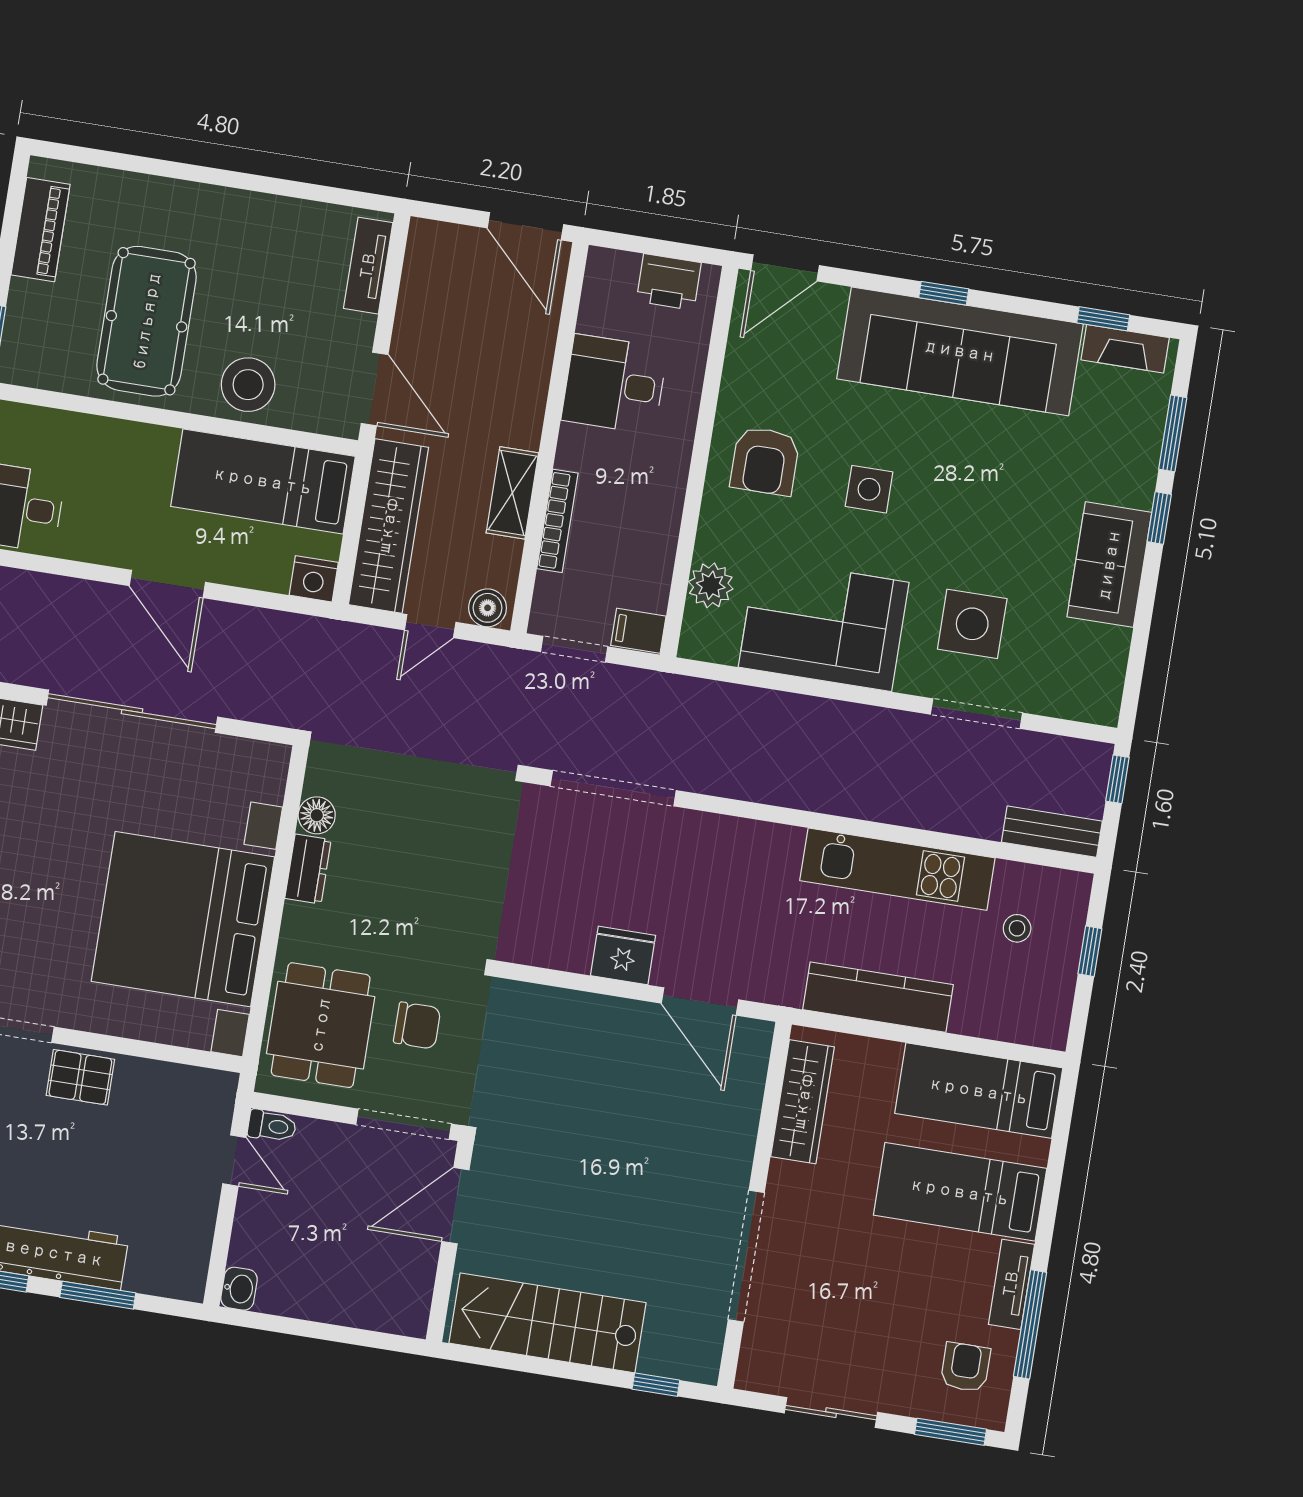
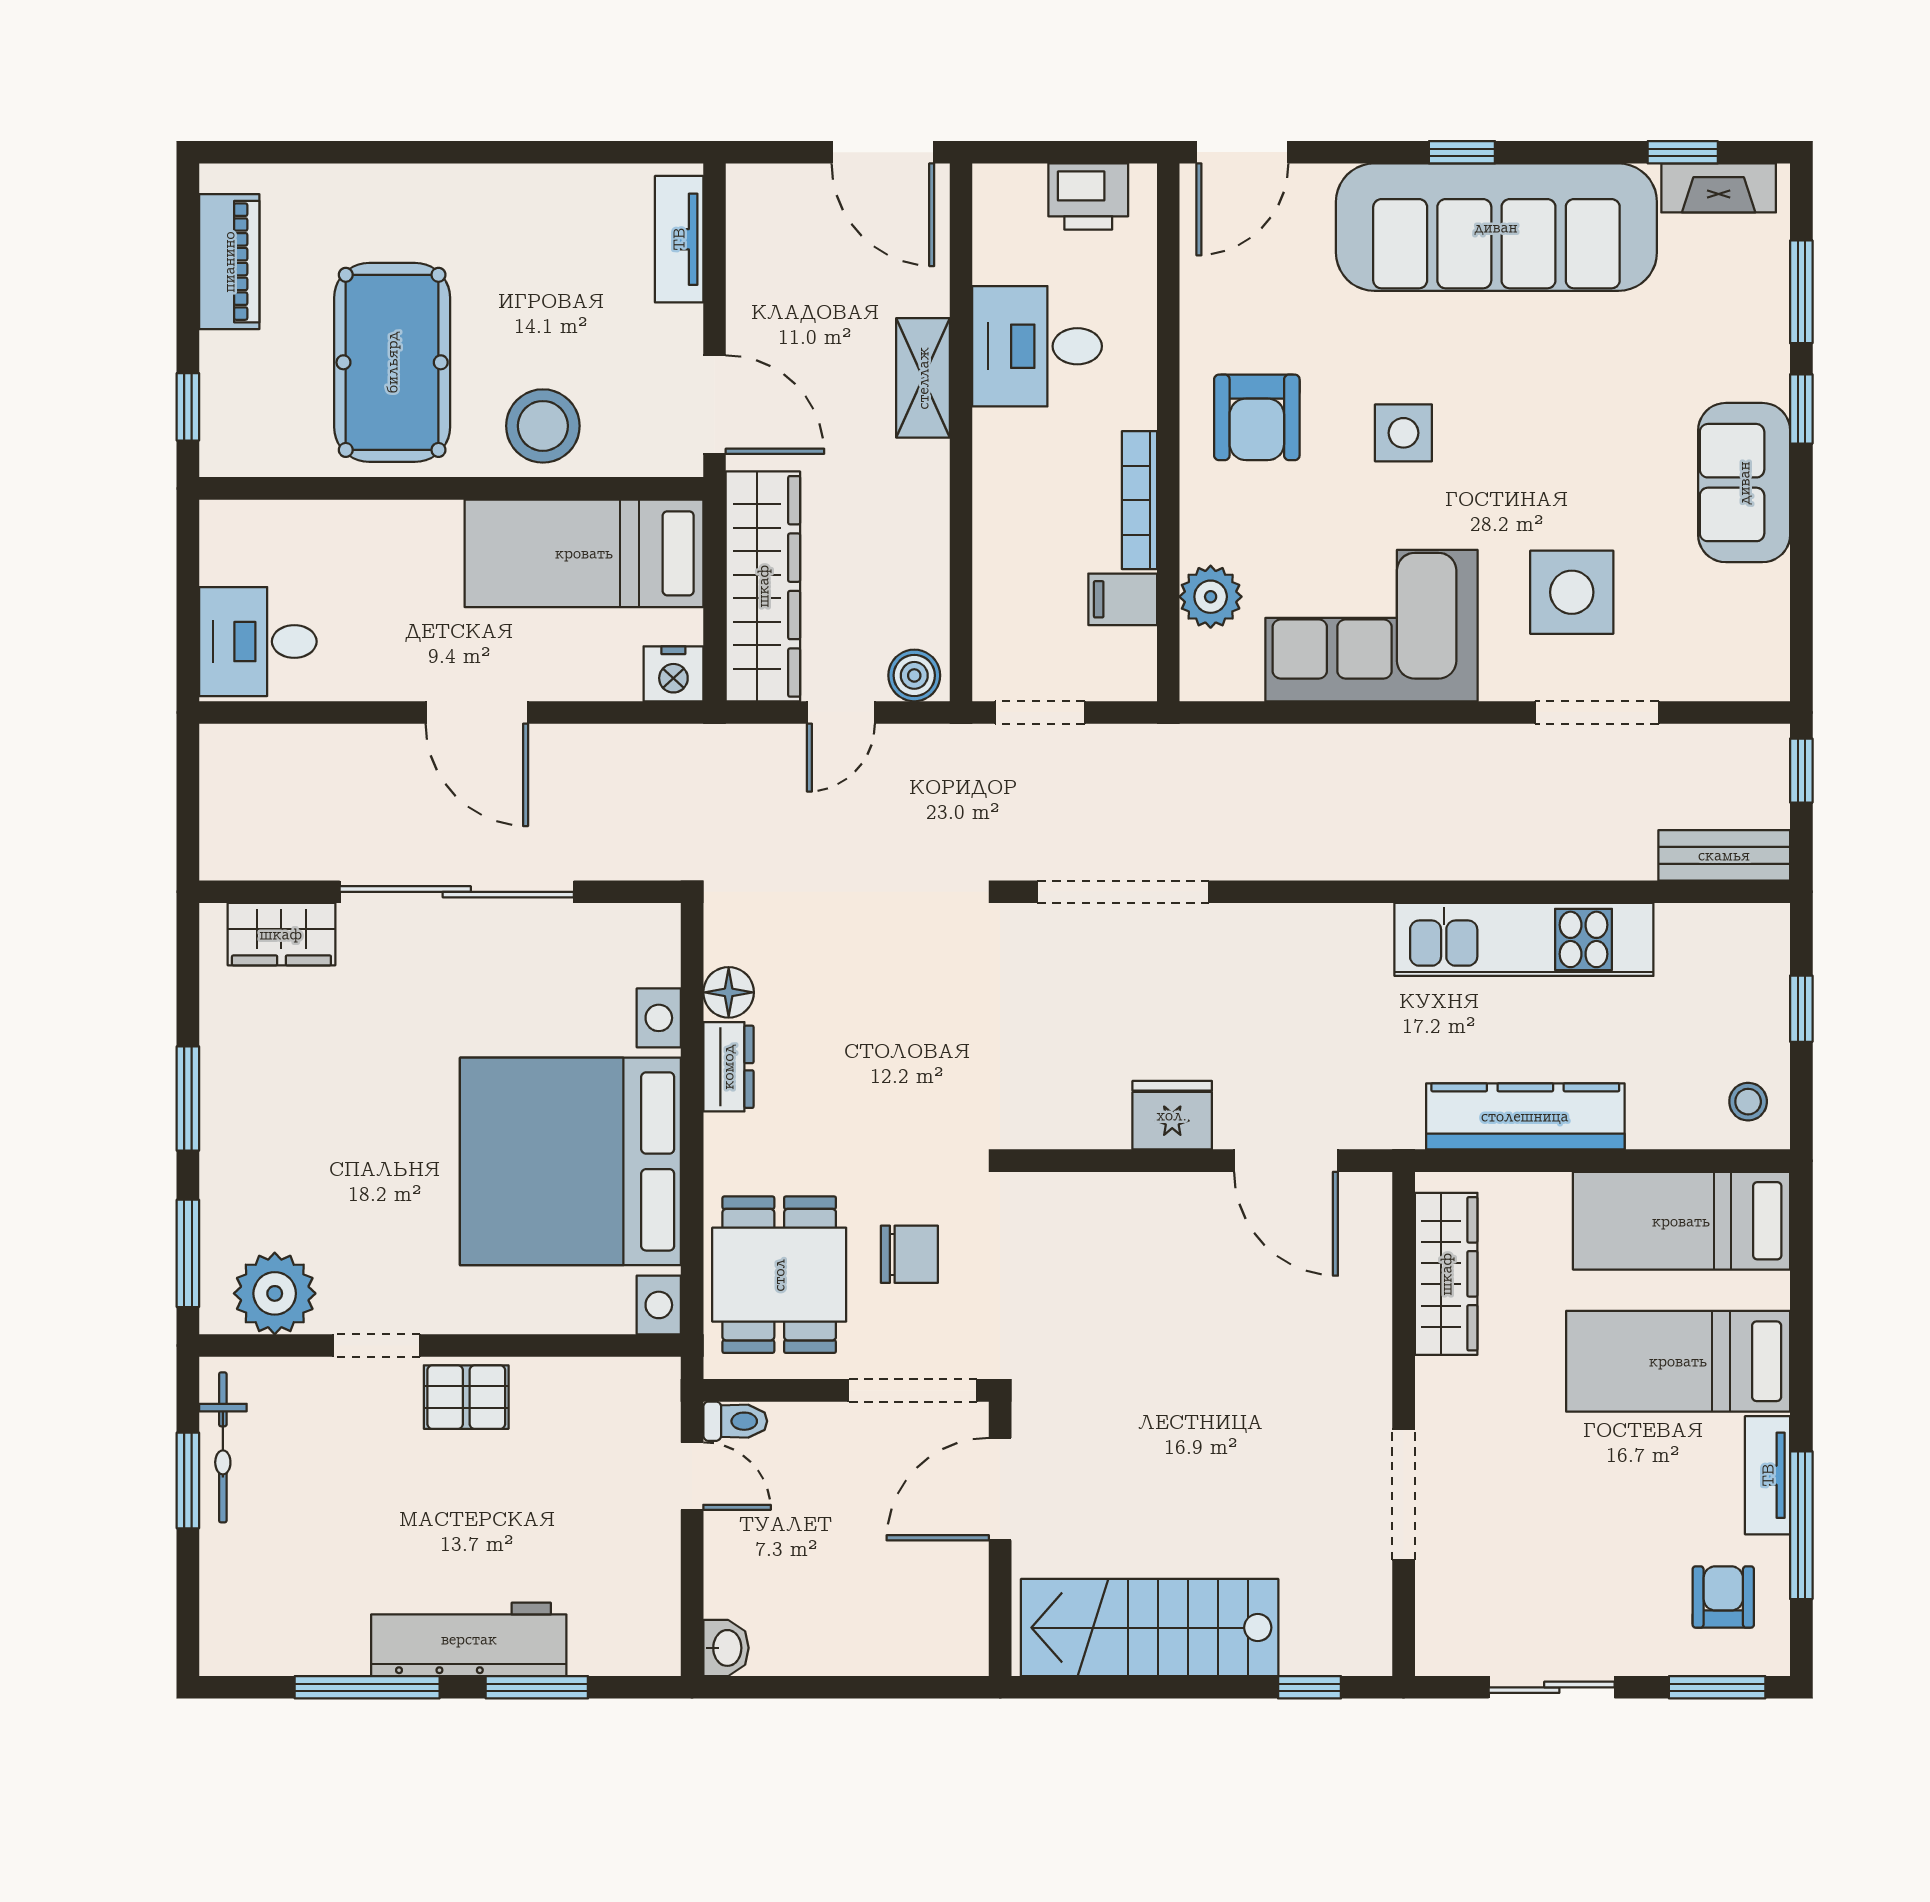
shelving: (512, 493) -> (923, 378), moved
bookcase: (557, 521) -> (1139, 500), moved, turned 180
filing cabinet: (638, 631) -> (1123, 599), moved
stool: (1017, 928) -> (1748, 1102), moved
doorway: (746, 1256) -> (1404, 1494), width x0.73

